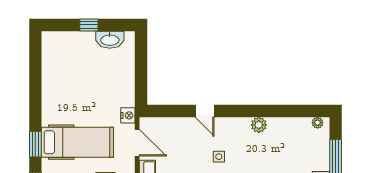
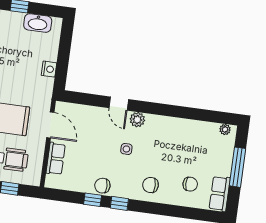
nightstand: (128, 115) -> (49, 69), moved
plant: (259, 125) -> (137, 120), moved

